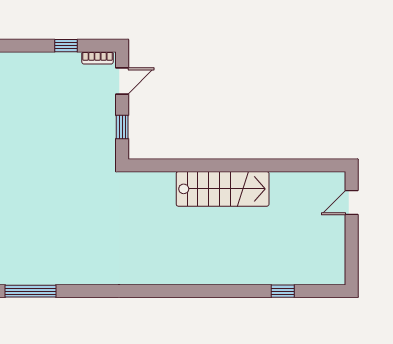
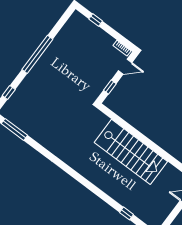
window: (66, 46) -> (96, 20), moved
stairs: (223, 189) -> (131, 152), width x1.36, depth x1.51

